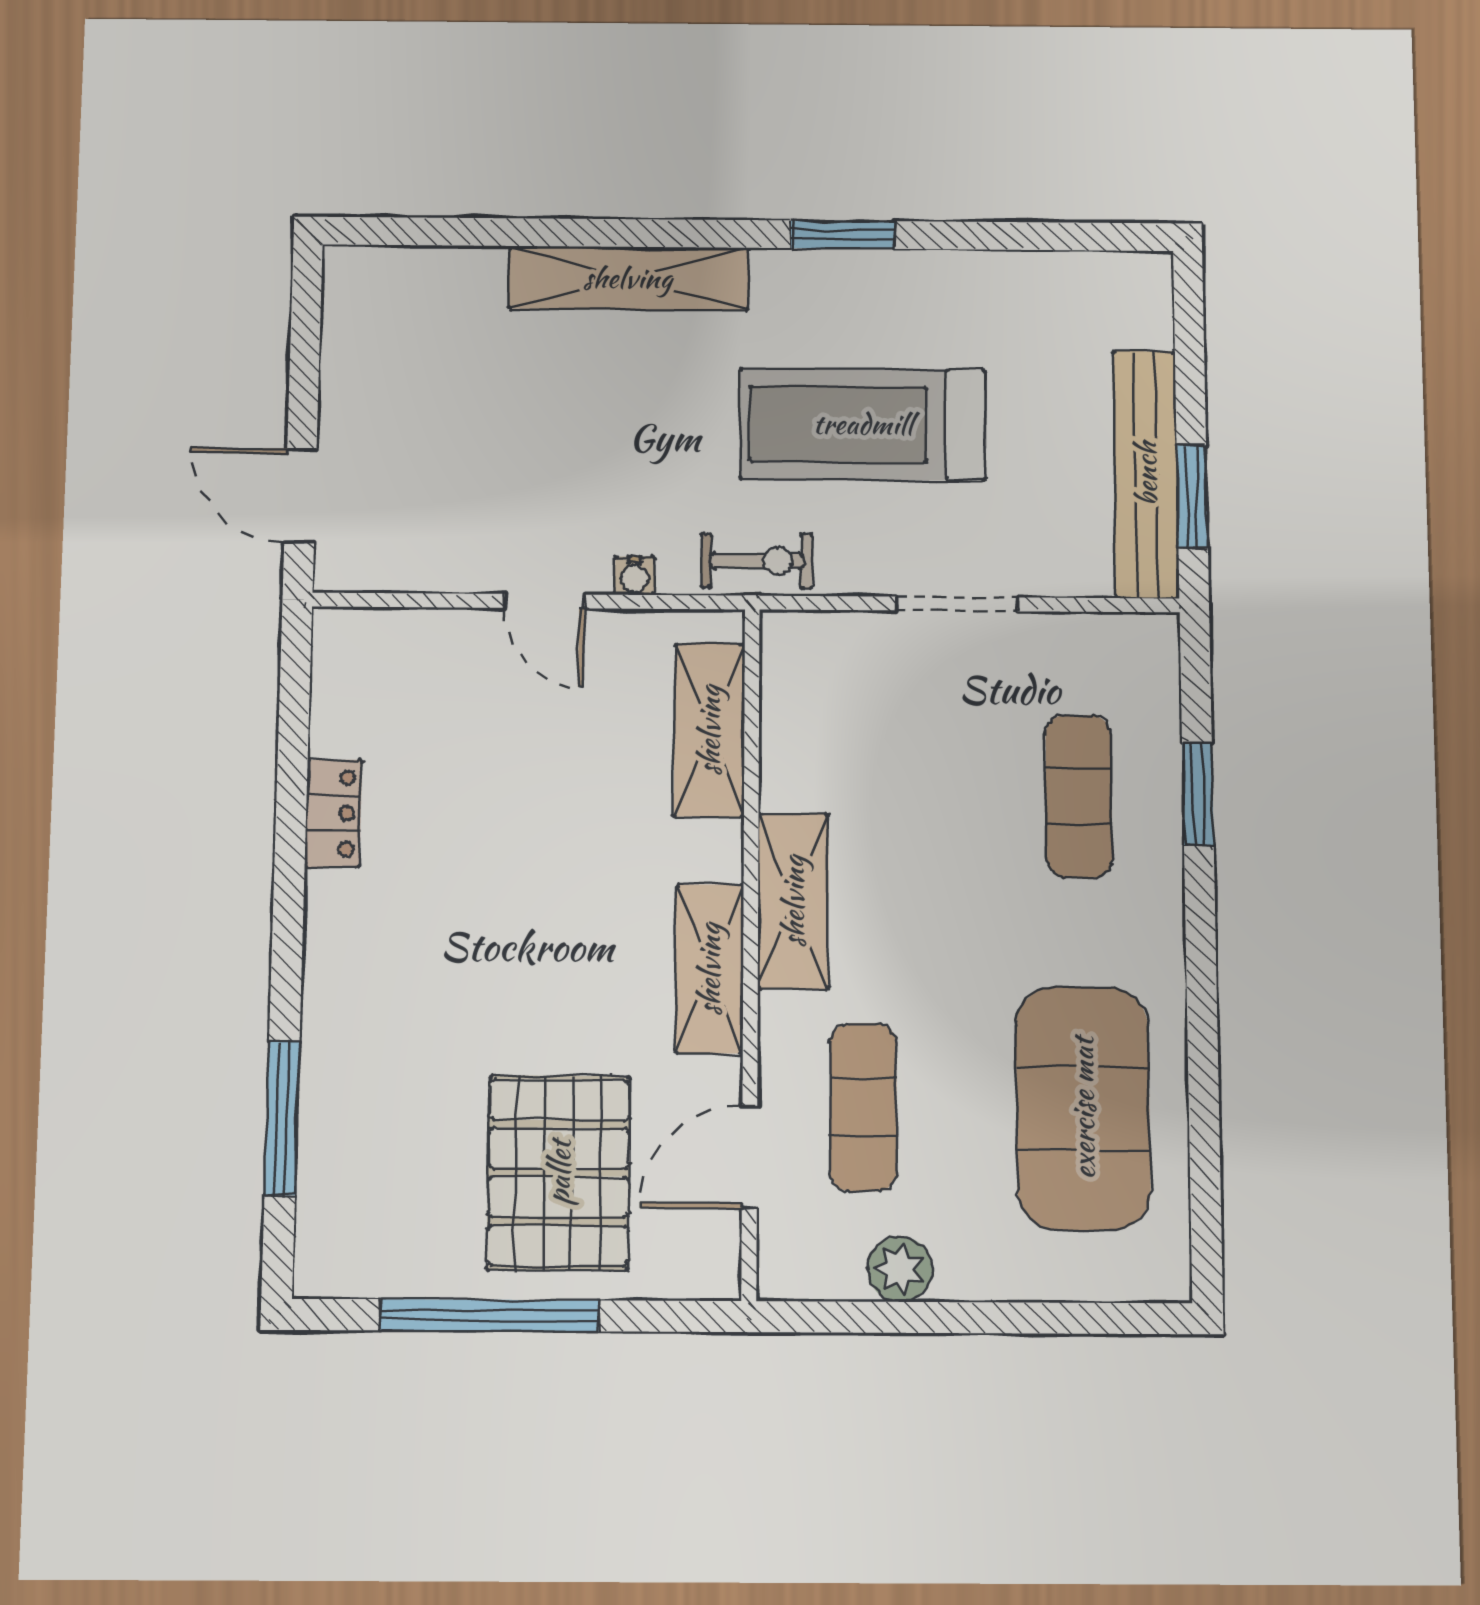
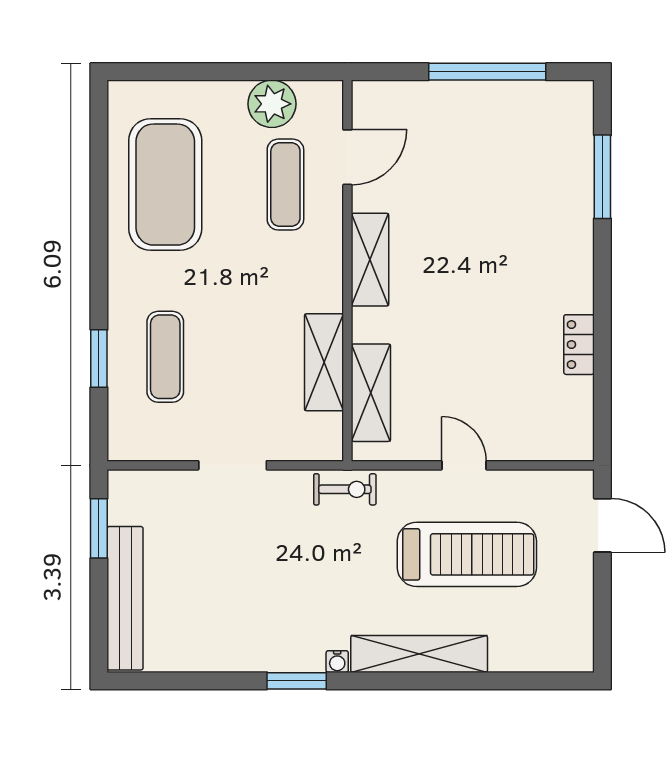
treadmill: (863, 424) -> (467, 554), moved
bench: (1146, 474) -> (125, 598), moved
exercise bike: (757, 561) -> (345, 489), turned 180
water cooler: (635, 576) -> (337, 662), moved, turned 180
shelving: (793, 901) -> (324, 362), moved
pallet: (559, 1172) -> (451, 148), removed
plant: (900, 1269) -> (272, 104), width x1.36, depth x1.36

